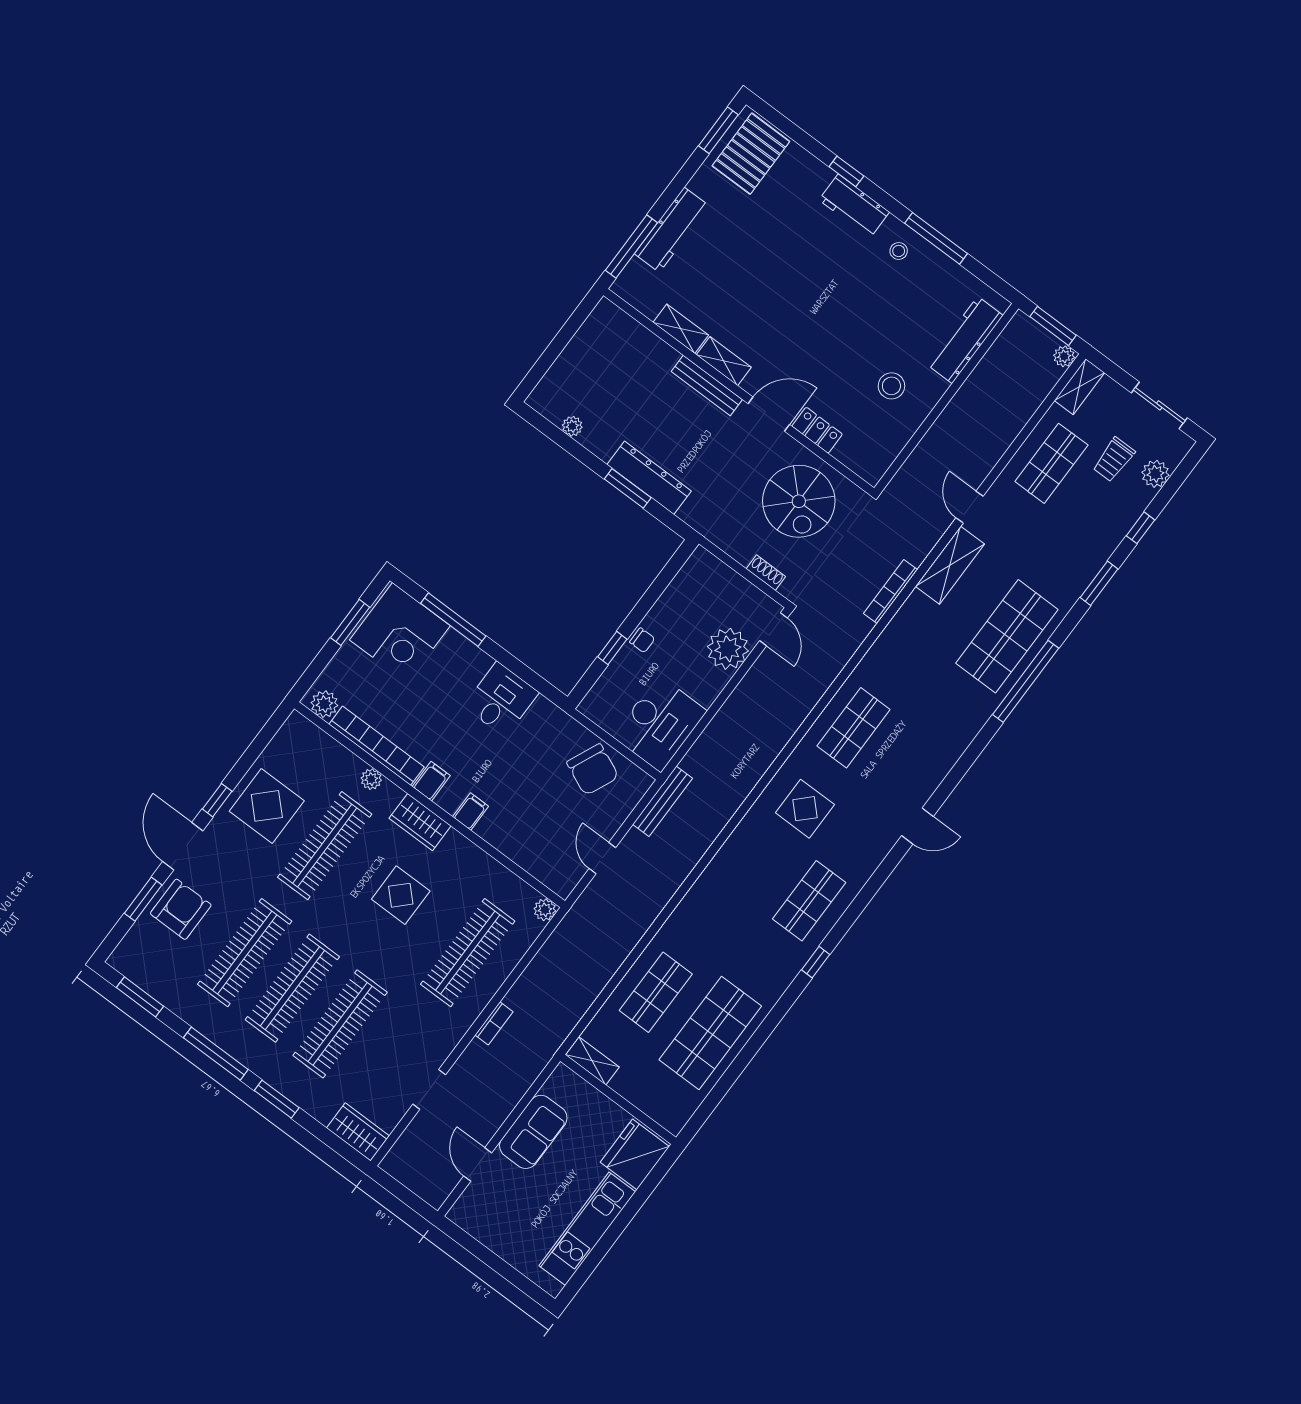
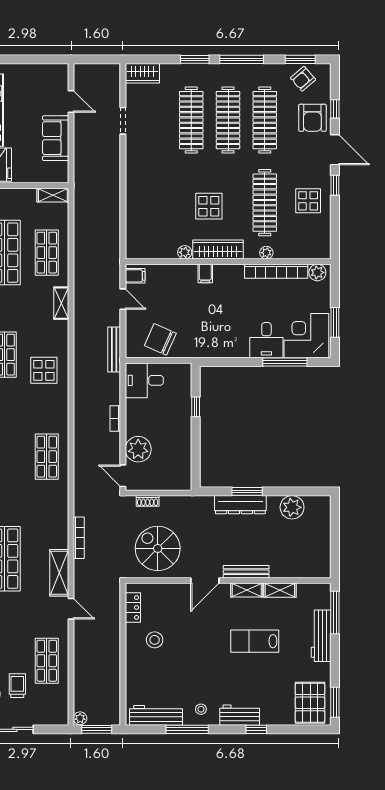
lab bench: (763, 287) -> (255, 641), added
workbench: (965, 340) -> (156, 715), moved, turned -90
shelving: (1079, 387) -> (61, 303), moved
plant: (572, 426) -> (292, 507), width x1.87, depth x1.87
locker: (817, 430) -> (133, 607), moved, turned -90
chair: (642, 640) -> (184, 422), removed
desk: (501, 699) -> (266, 340), moved
desk: (660, 724) -> (144, 380), width x0.73
filing cabinet: (431, 781) -> (135, 276), moved, turned -90
display table: (267, 806) -> (308, 201), width x0.73, depth x0.73
display table: (805, 809) -> (44, 370), moved
wardrobe: (420, 822) -> (218, 250), width x1.50
window: (143, 899) -> (335, 109), width x0.67
plant: (545, 910) -> (185, 252), moved
clothes rail: (468, 953) -> (154, 203), removed
armchair: (155, 969) -> (303, 79), added
bookcase: (494, 1023) -> (115, 418), moved

